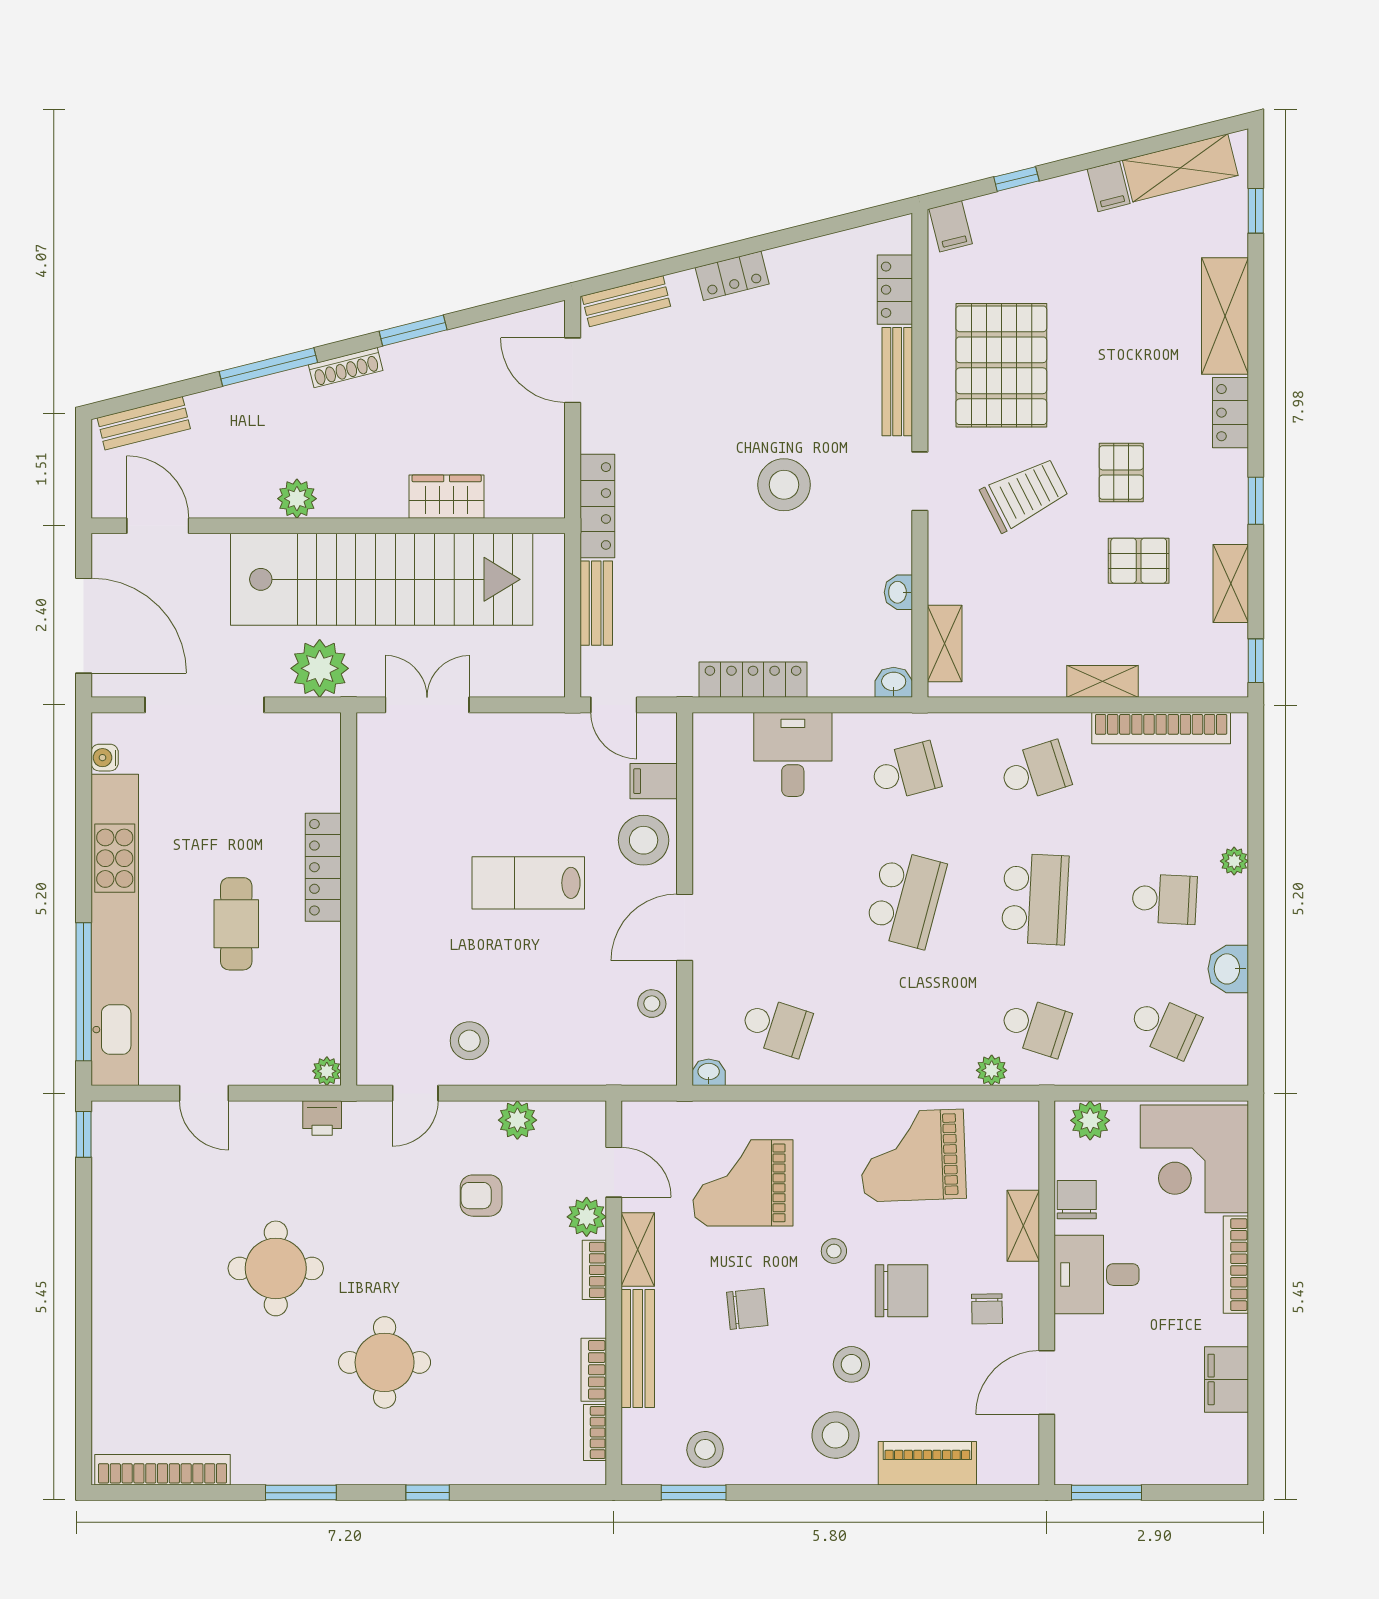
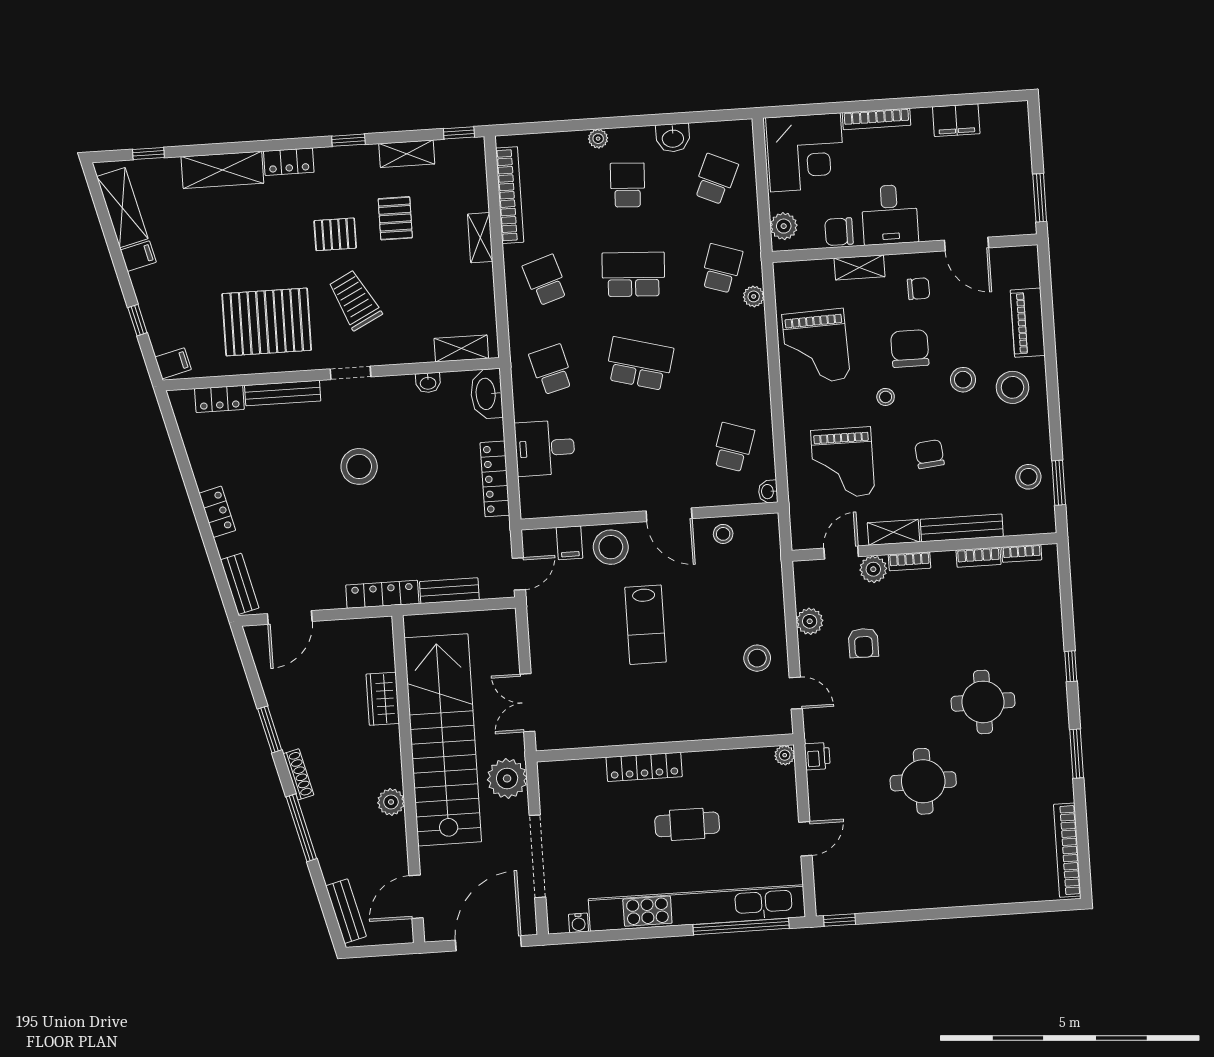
washbasin: (894, 682) -> (487, 394), width x1.91, depth x1.45

